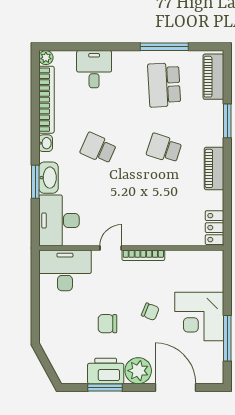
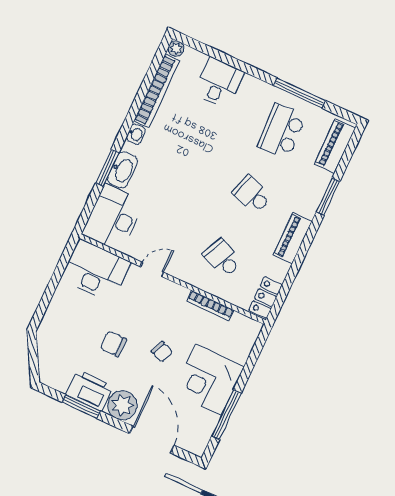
school desk: (98, 148) -> (222, 258), moved
bookcase: (143, 255) -> (210, 305), moved

